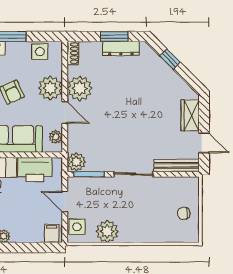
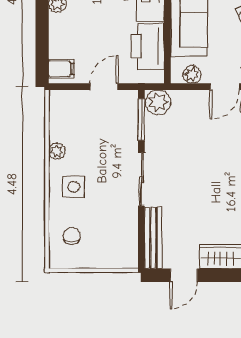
chair: (184, 213) -> (72, 236), moved
side table: (77, 227) -> (74, 187), moved
plant: (107, 231) -> (57, 151), width x0.53, depth x0.53

